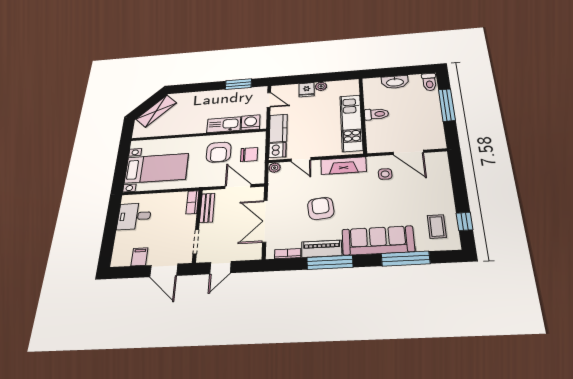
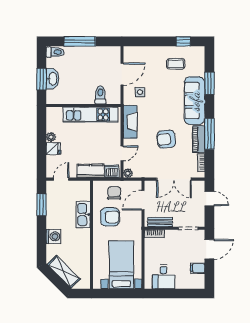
window: (393, 72) -> (42, 79), added
toilet: (376, 114) -> (100, 95), moved
washing machine: (251, 123) -> (53, 236), moved, turned 180
coffee table: (437, 226) -> (176, 64), moved
window: (405, 259) -> (209, 83), width x0.69
door: (220, 268) -> (209, 199), moved

